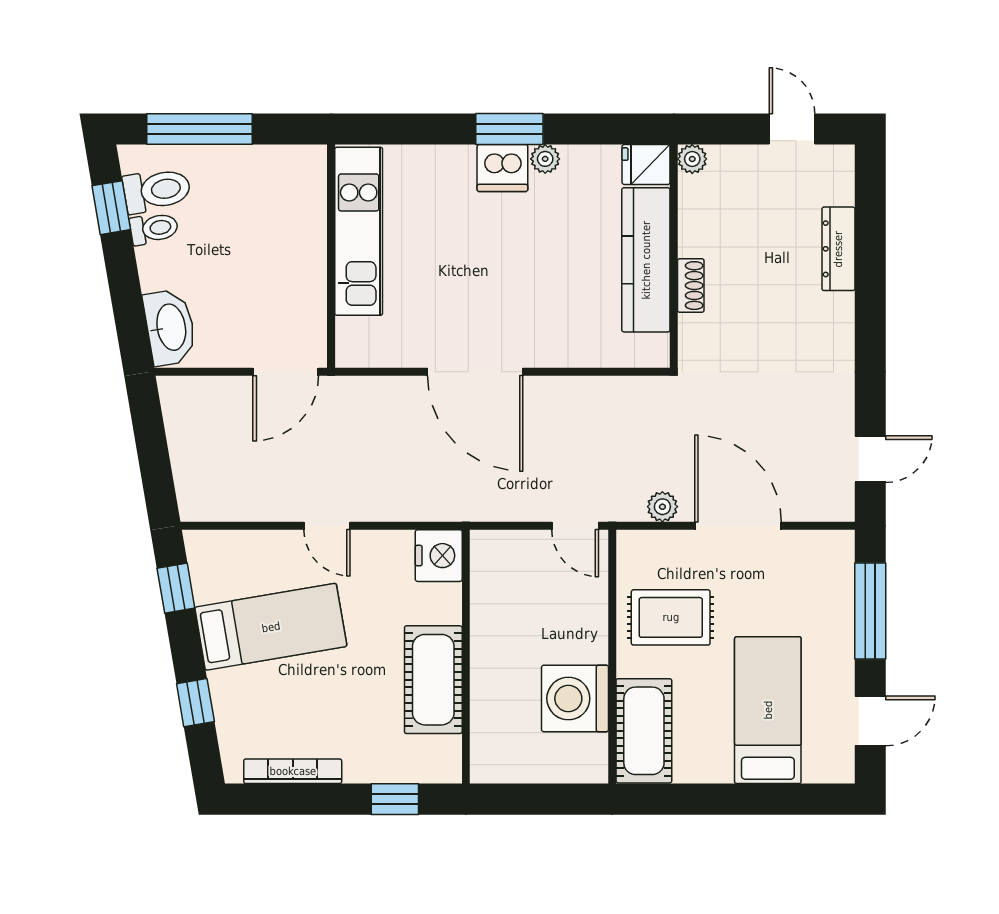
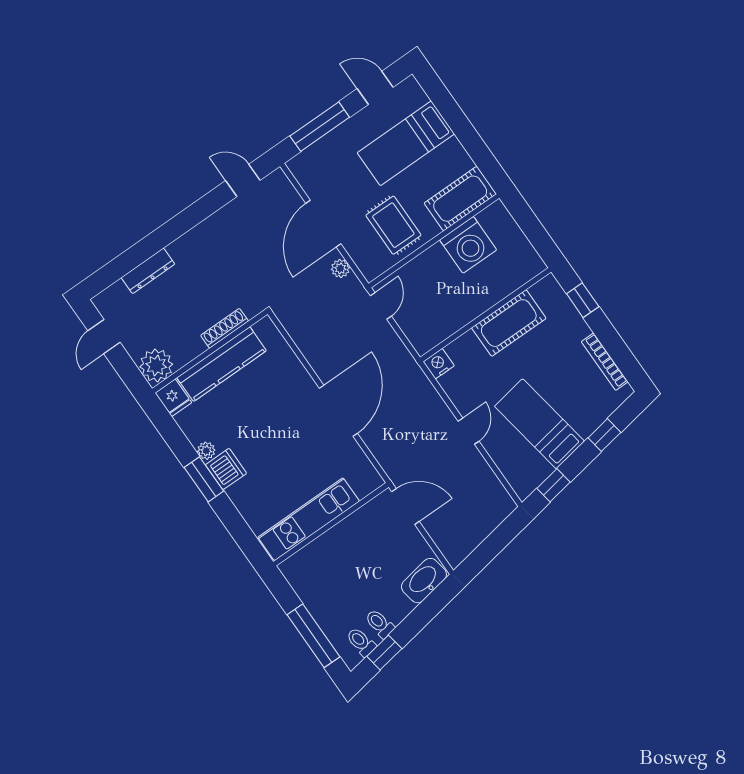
plant: (692, 159) -> (156, 365), width x1.88, depth x1.88
toilet: (157, 190) -> (361, 642), width x0.73, depth x0.72
shoe rack: (691, 286) -> (225, 328), width x1.43
nightstand: (439, 556) -> (439, 364), width x0.74, depth x0.75

